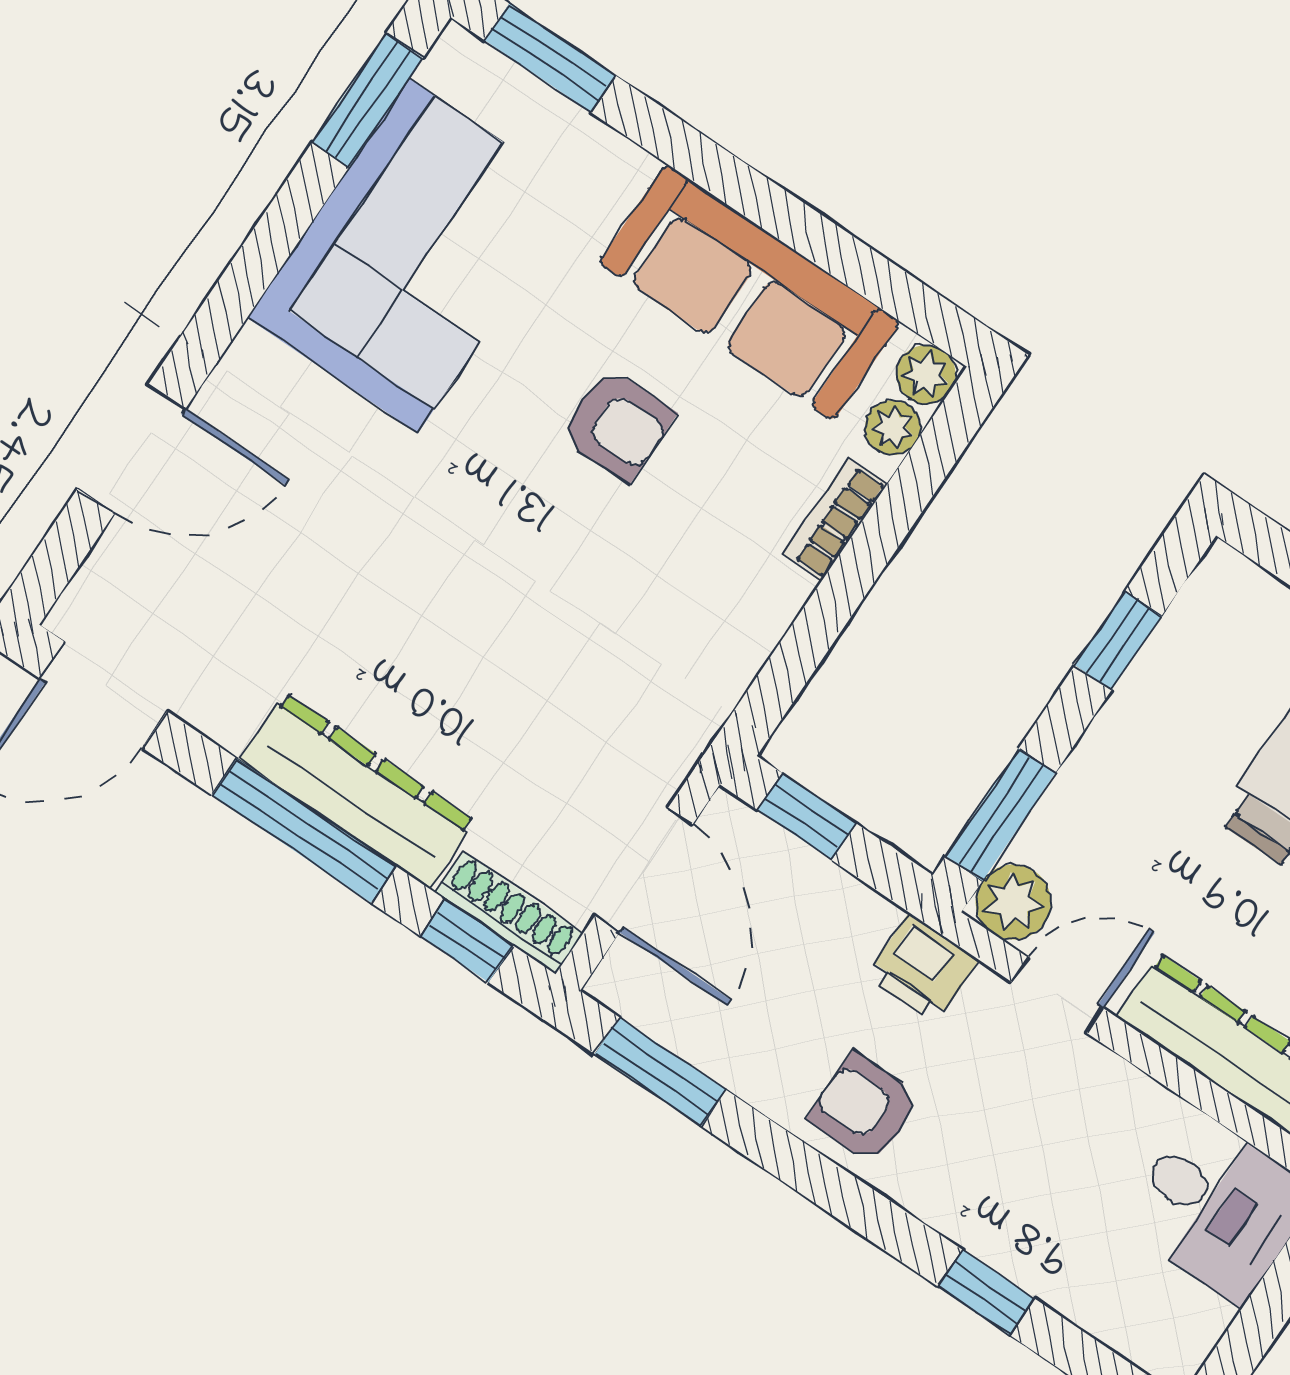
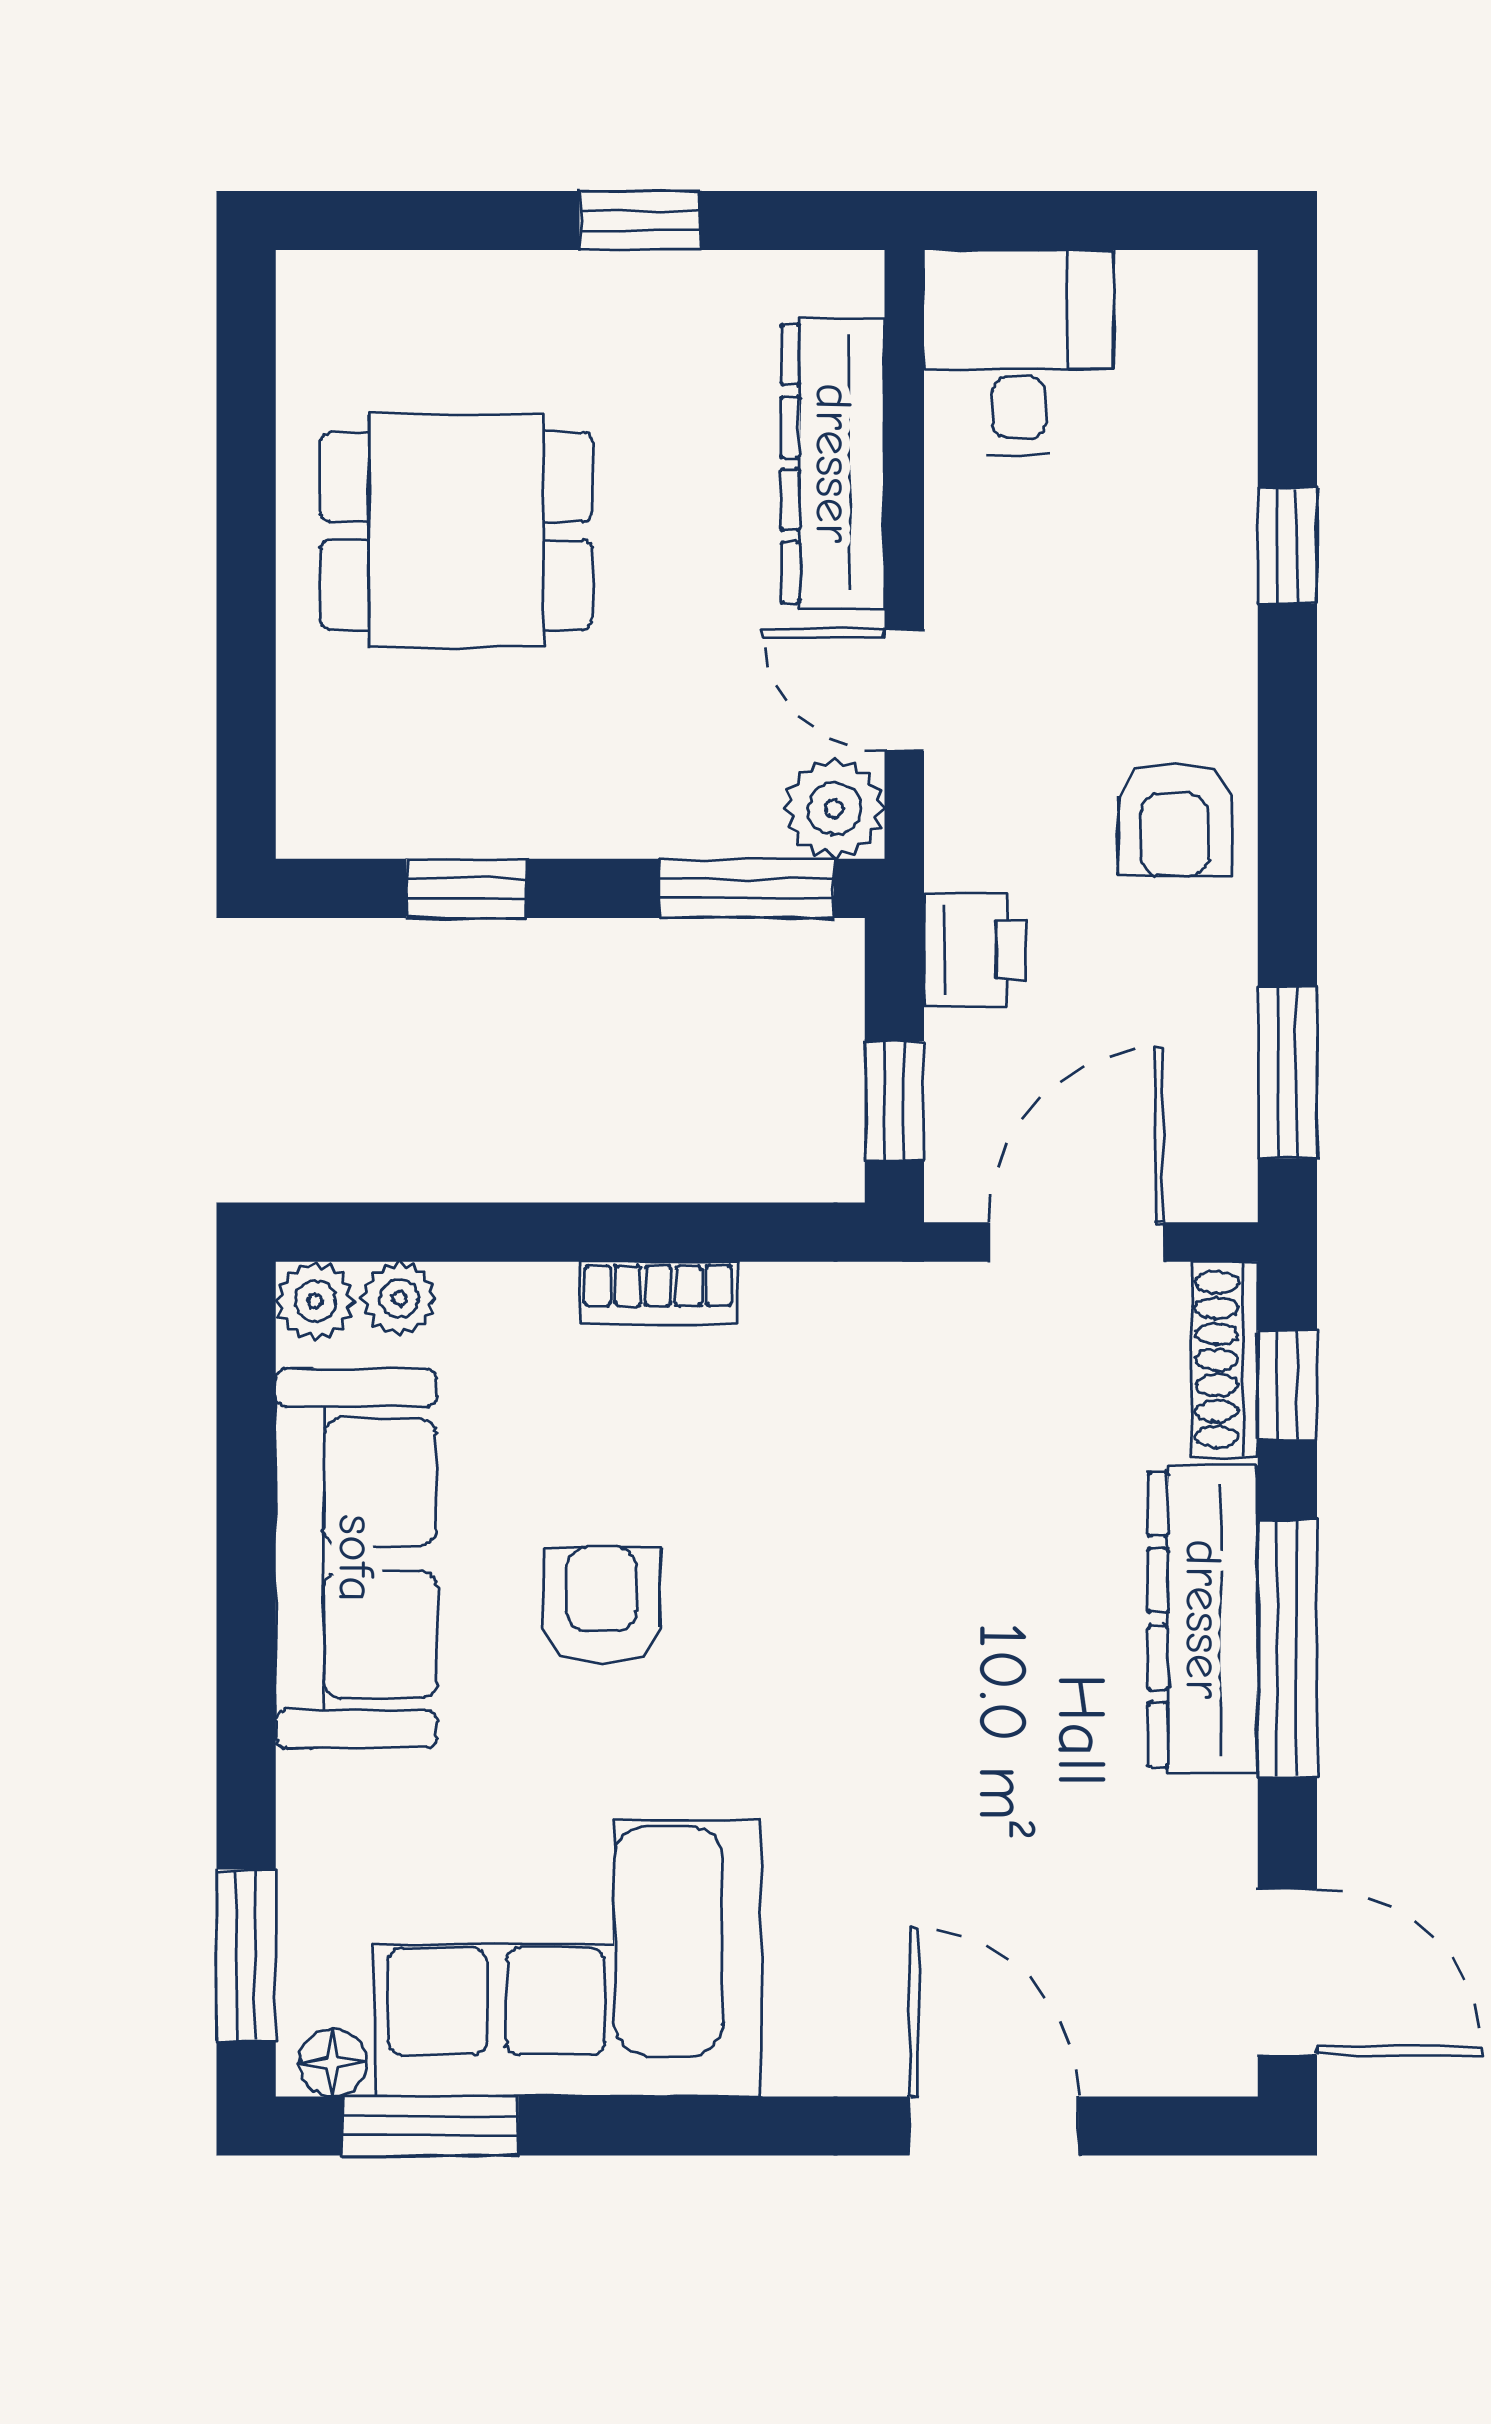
floor lamp: (448, 67) -> (333, 2063), added
bookcase: (835, 519) -> (658, 1293), moved
printer: (922, 968) -> (976, 950), moved

